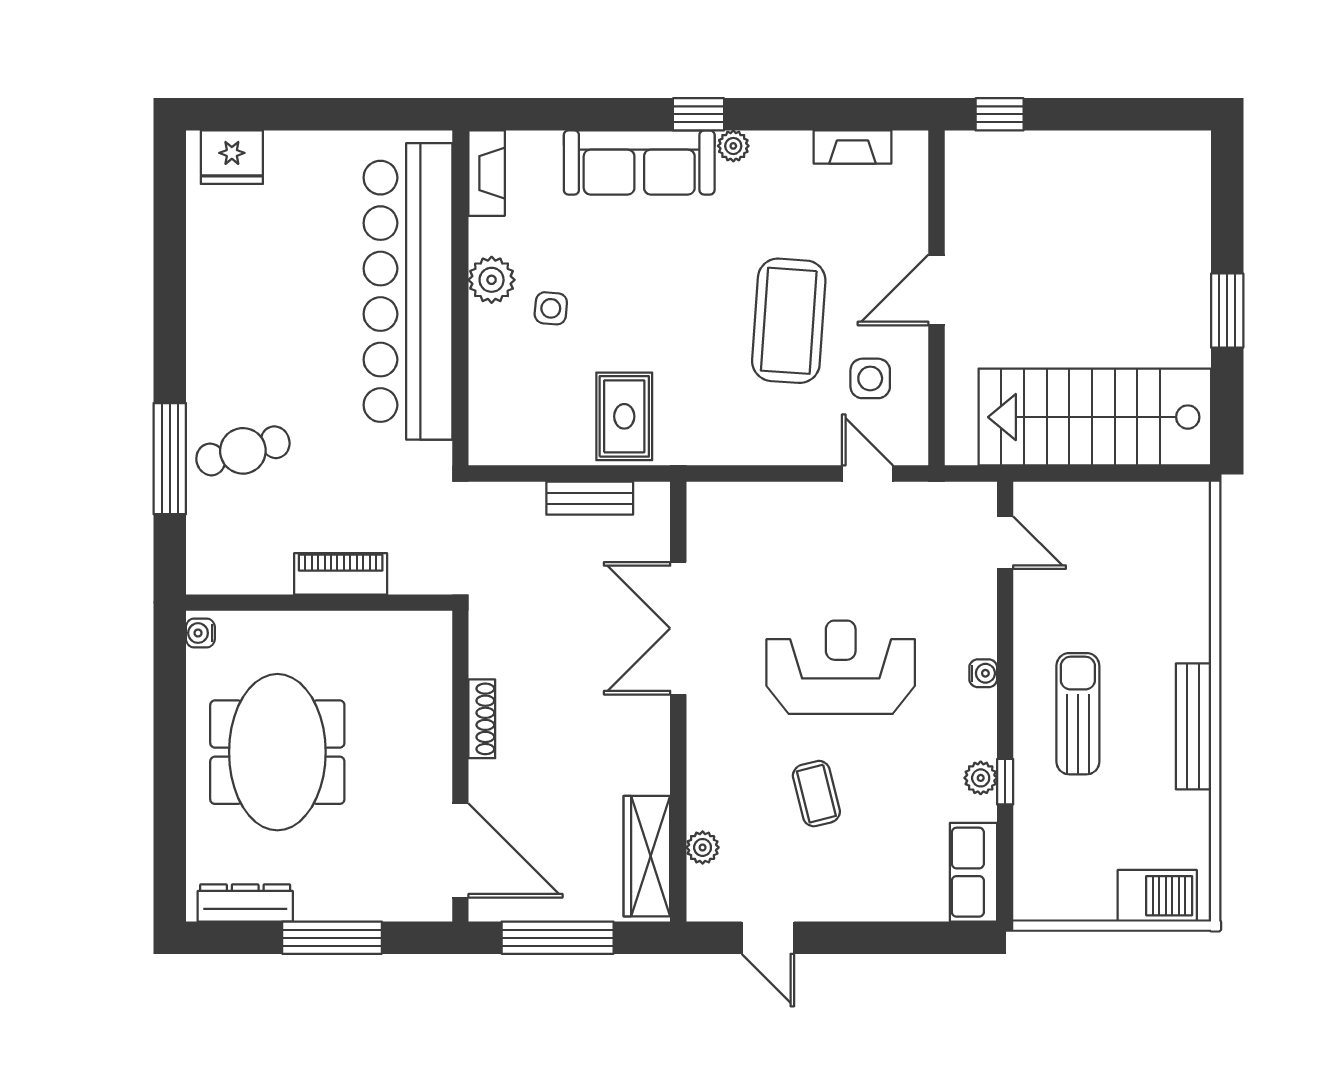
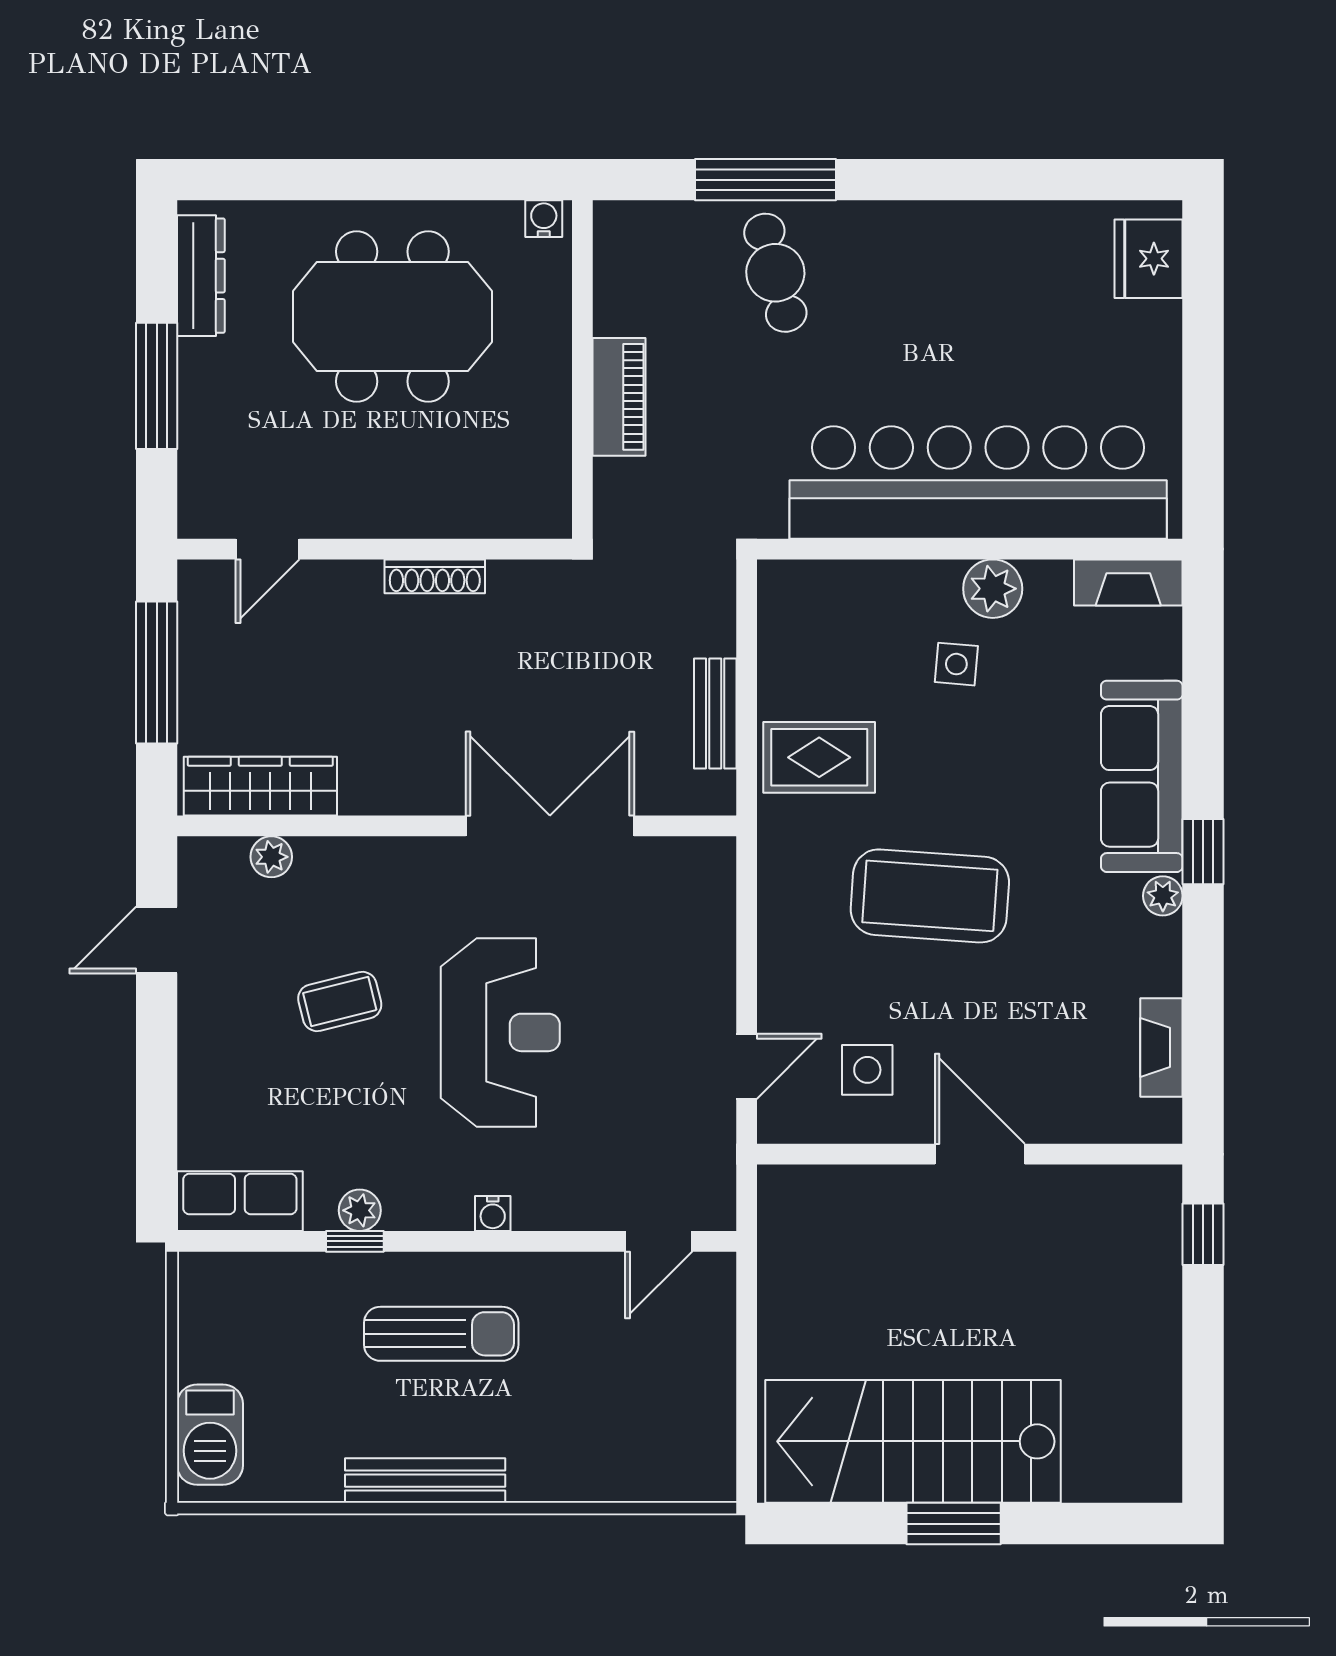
coffee table: (789, 321) -> (930, 896), moved
stairs: (1095, 417) -> (913, 1441), moved, turned -90
door: (460, 850) -> (268, 549), width x0.53

